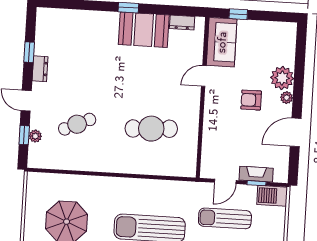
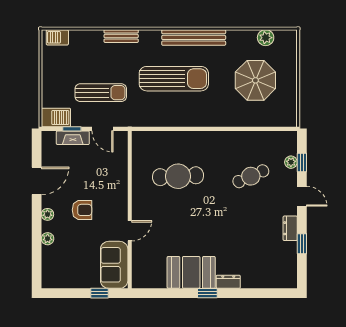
dresser: (182, 22) -> (228, 282), moved
plant: (282, 78) -> (48, 239), width x0.53, depth x0.53
door: (225, 181) -> (102, 129), swing flipped

